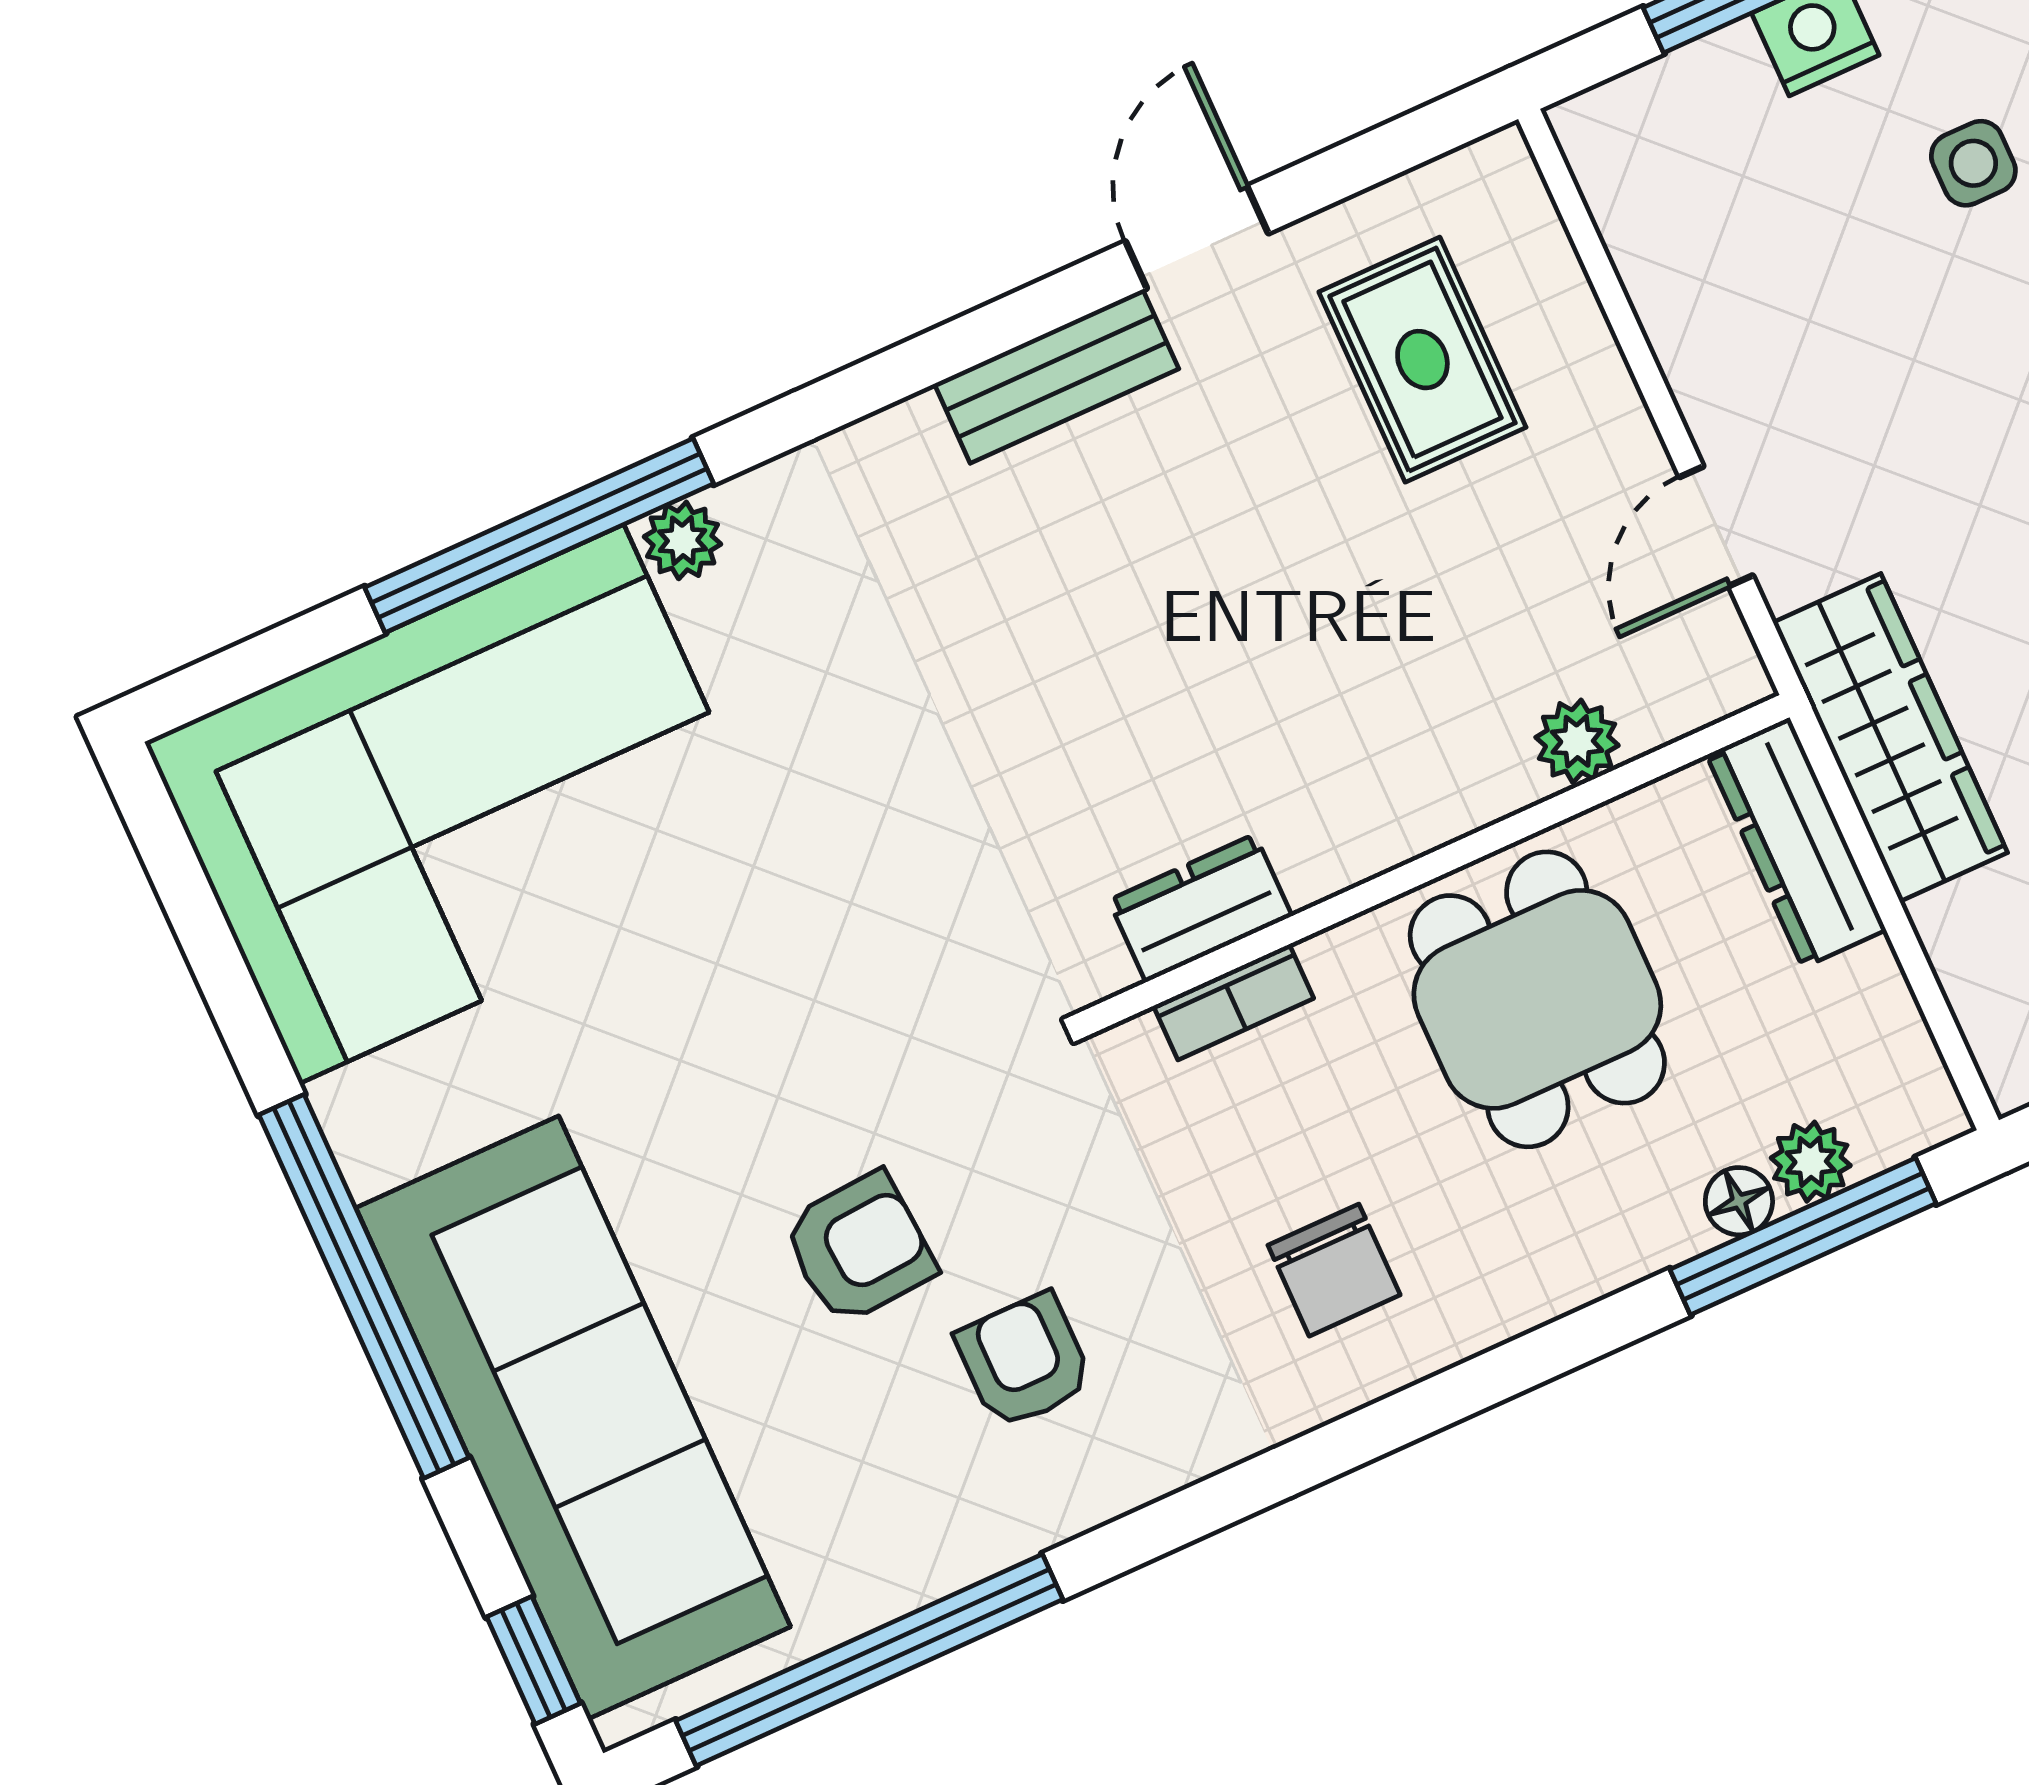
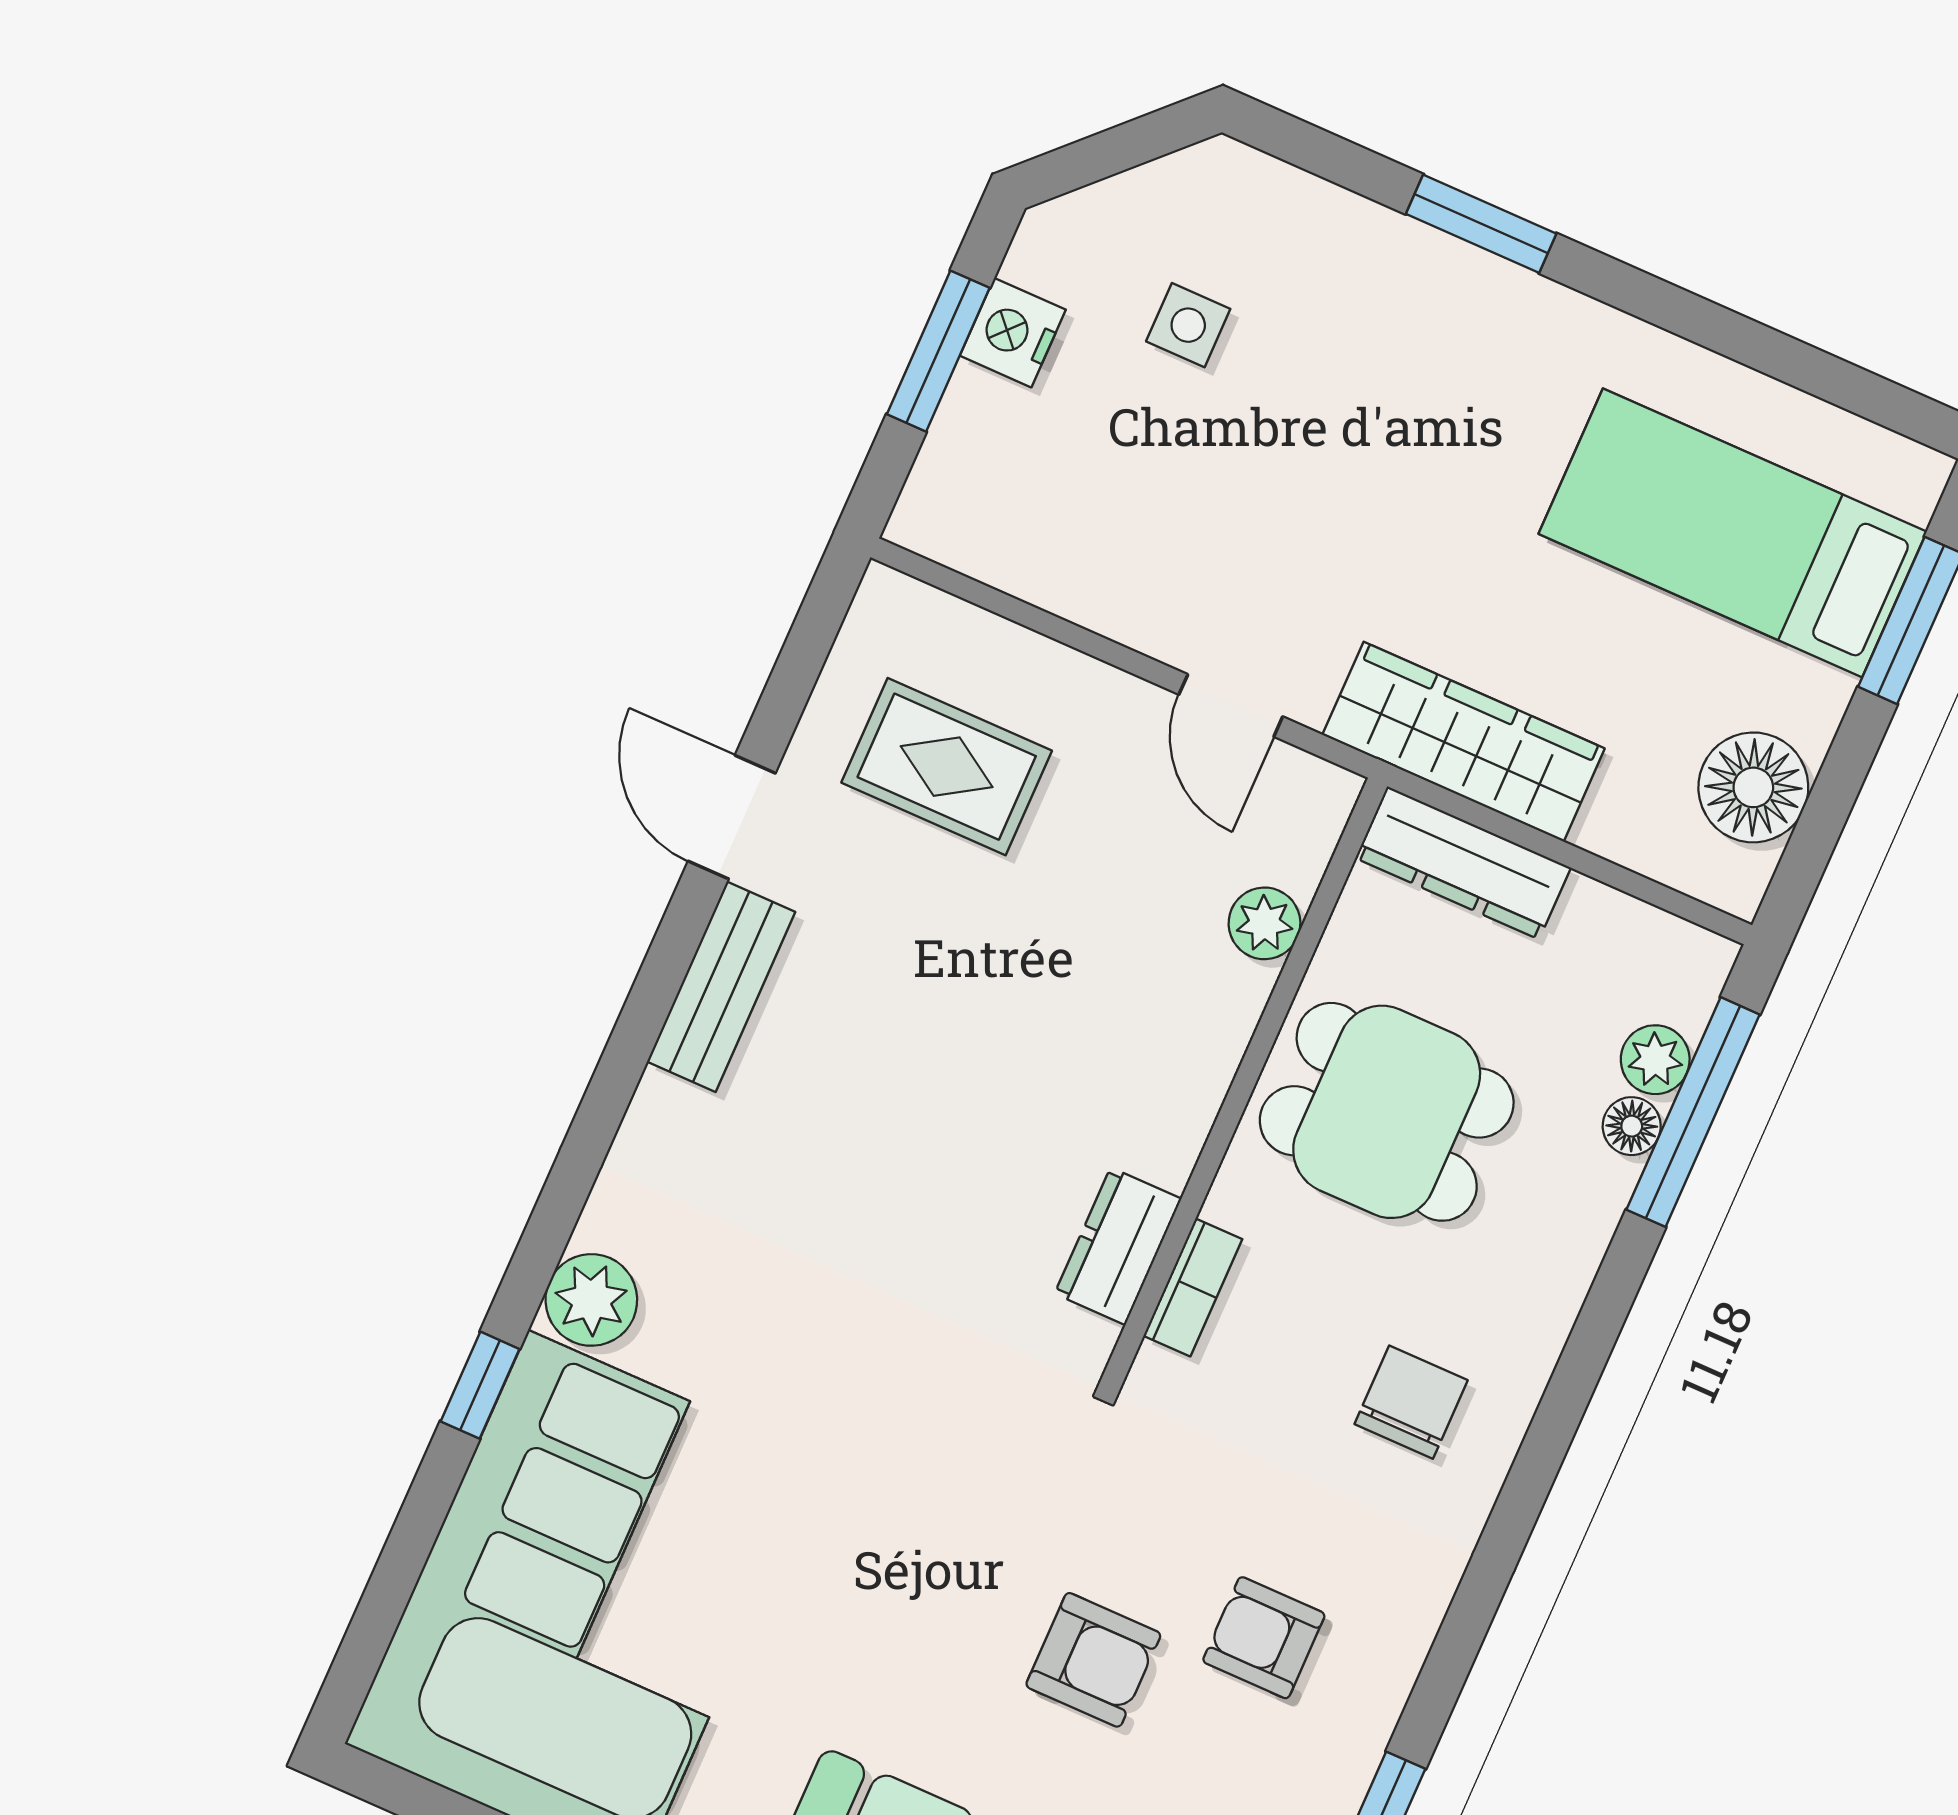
window: (539, 536) -> (480, 1385), width x0.32
plant: (683, 540) -> (591, 1300), width x1.38, depth x1.38
armchair: (859, 1248) -> (1093, 1660), turned 94
chair: (1334, 1270) -> (1411, 1402), turned -90

